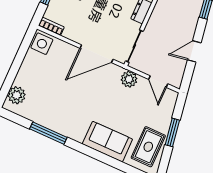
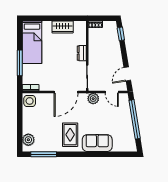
door: (194, 51) -> (127, 74), moved
window: (172, 132) -> (135, 119), width x2.11
window: (48, 133) -> (44, 154), moved
rug: (148, 147) -> (70, 135), moved

